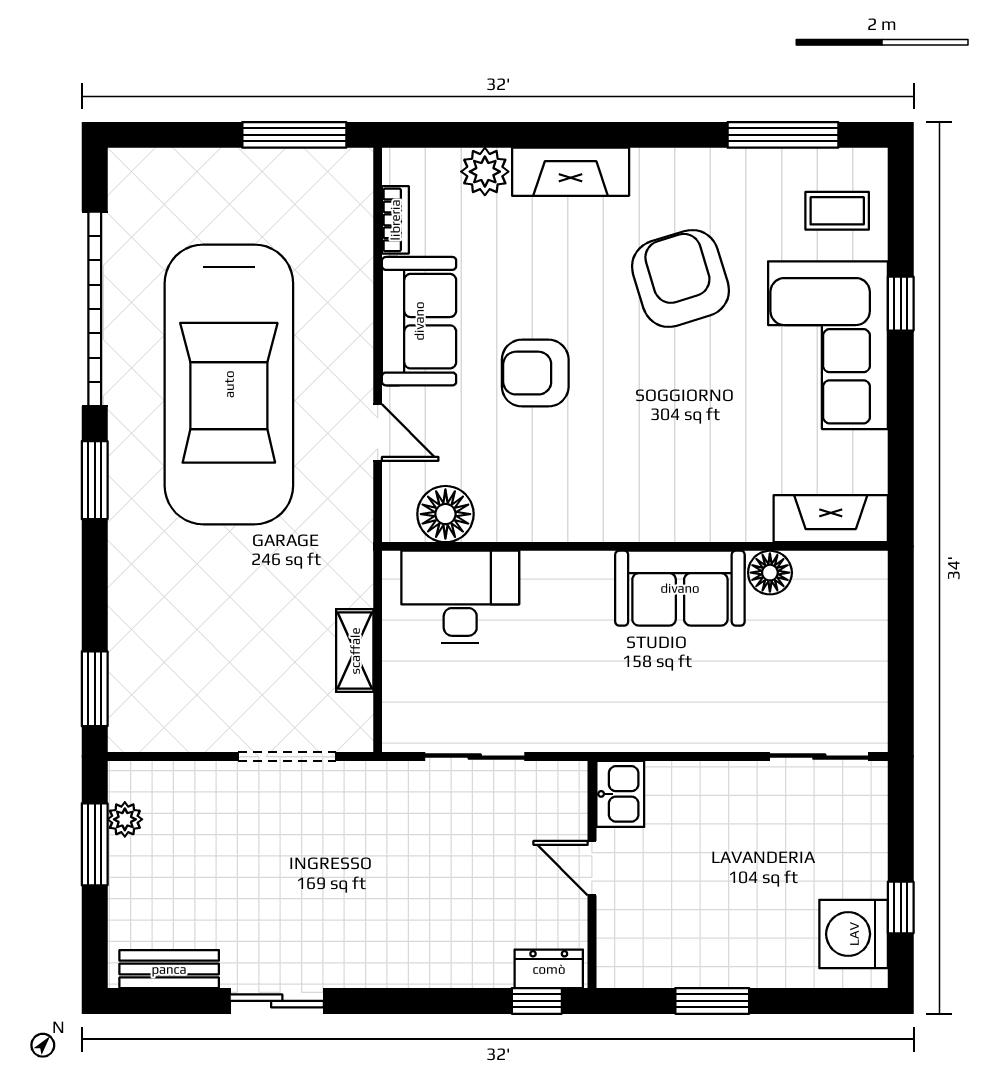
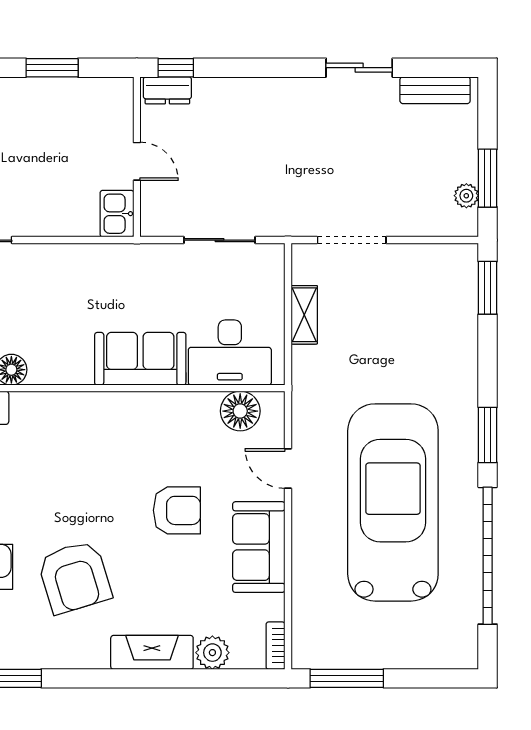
bookcase: (395, 220) -> (276, 646), moved
sofa: (680, 588) -> (140, 359), moved

